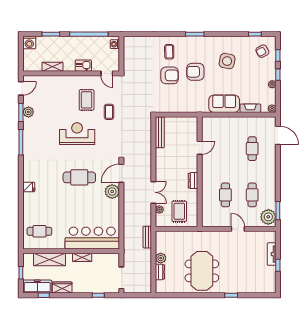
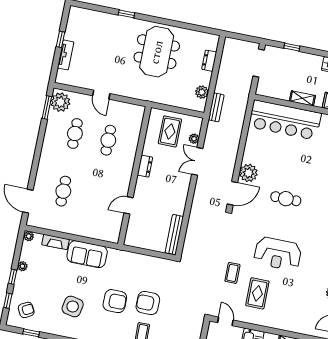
cafe table: (79, 177) -> (286, 199), width x0.73, depth x0.74
plant: (161, 258) -> (202, 92), moved

